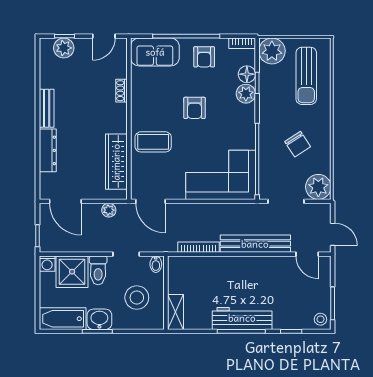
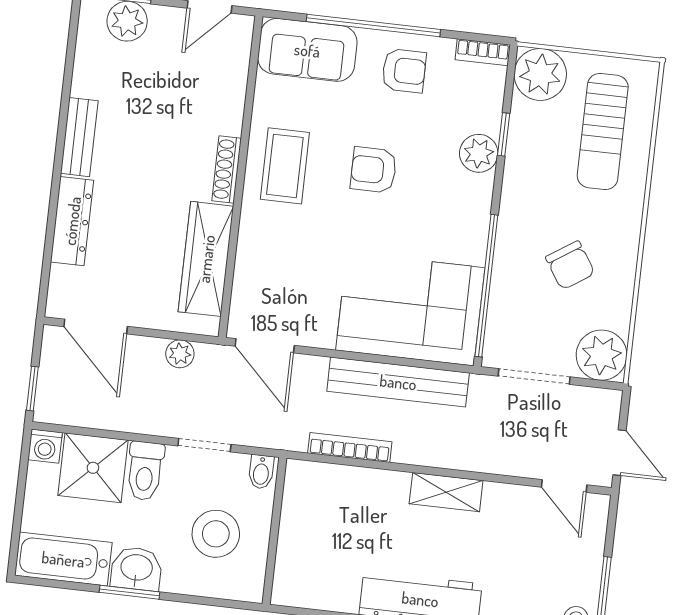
armchair: (204, 57) -> (404, 71), turned -90
floor lamp: (247, 74) -> (485, 115), removed
shoe rack: (122, 91) -> (227, 169), moved, width x1.43
armchair: (195, 108) -> (373, 170), turned 90
coffee table: (153, 142) -> (285, 166), moved, turned 90
bench: (255, 244) -> (398, 382), moved
shelving: (175, 312) -> (446, 492), moved, turned 90

